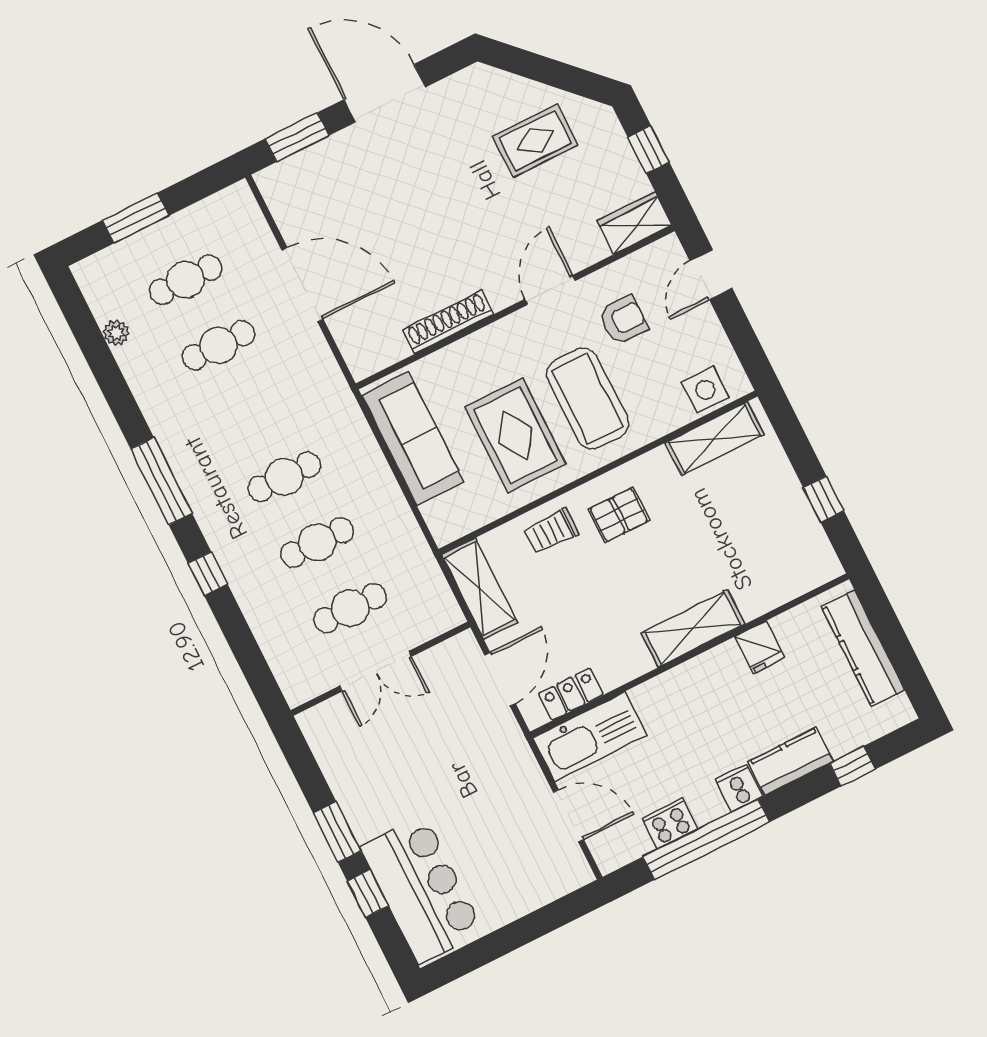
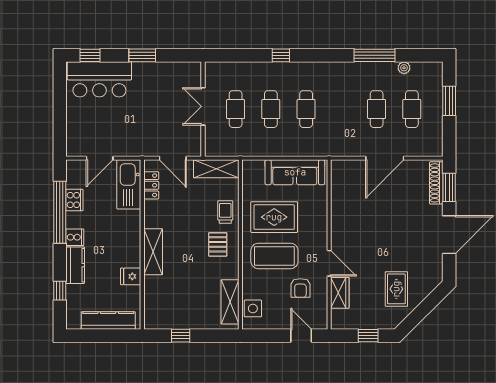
wardrobe: (634, 223) -> (340, 293), moved
shoe rack: (448, 322) -> (436, 183), moved, turned 180
window: (161, 481) -> (375, 55), moved
window: (368, 894) -> (90, 55), moved

